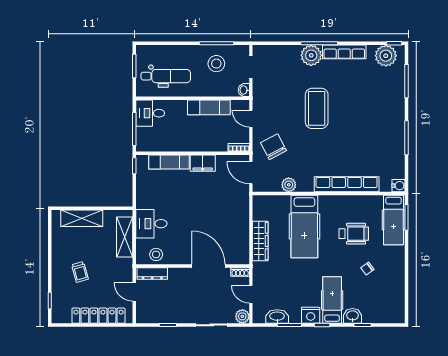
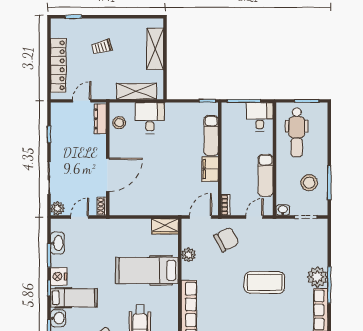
wardrobe: (260, 241) -> (165, 226), moved, width x0.67

